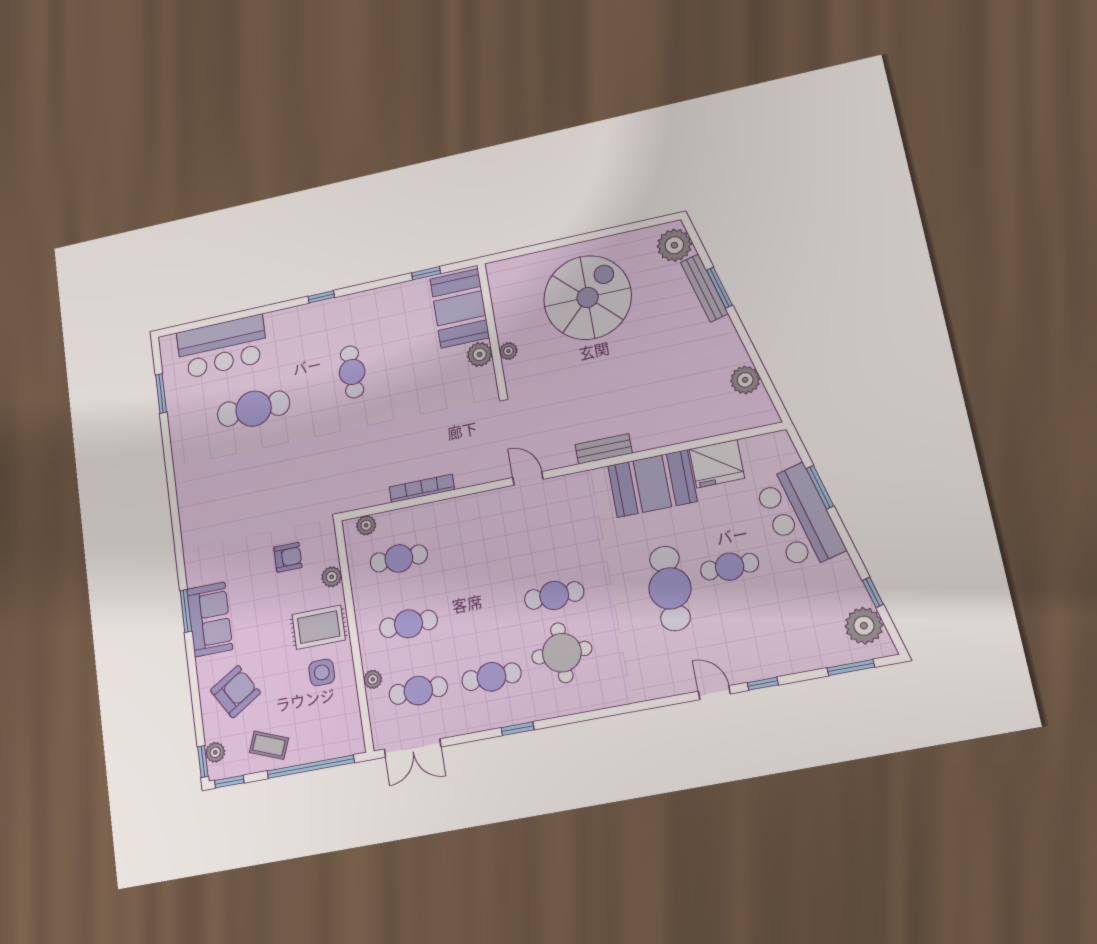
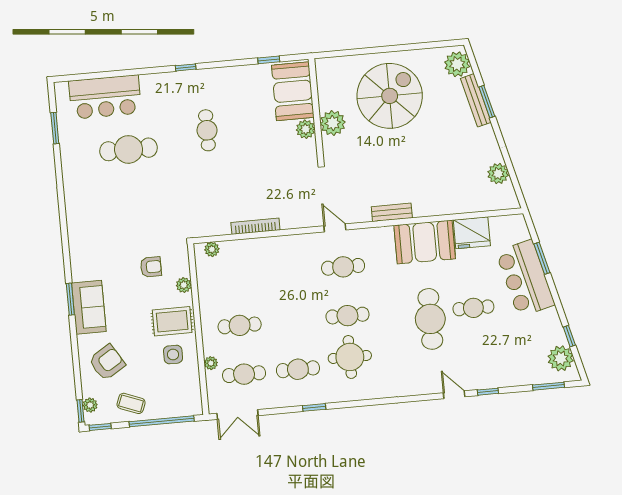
plant: (508, 351) -> (333, 123), width x1.88, depth x1.88
cafe table: (399, 558) -> (343, 267), moved

